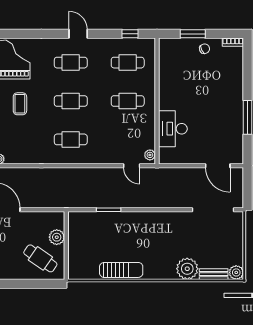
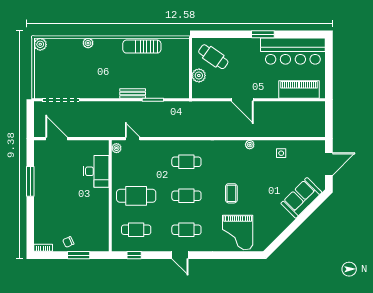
cafe table: (128, 101) -> (136, 196), width x1.37, depth x1.35
plant: (187, 269) -> (88, 43), width x0.53, depth x0.53
bench: (214, 274) -> (133, 93), moved

